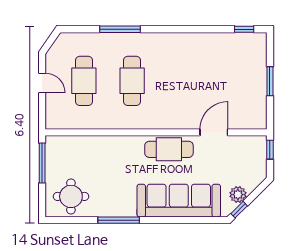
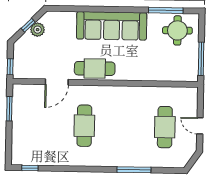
cafe table: (132, 81) -> (84, 126), moved
window: (270, 81) -> (9, 109), moved
sofa: (179, 201) -> (112, 26), moved
window: (239, 210) -> (28, 25), moved
window: (119, 220) -> (166, 10), moved

